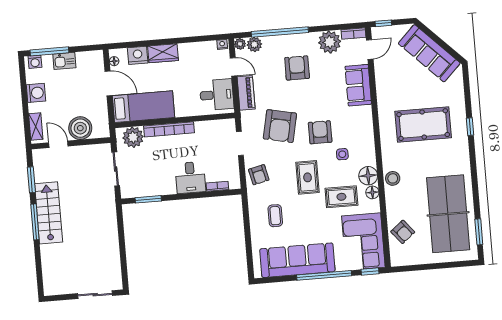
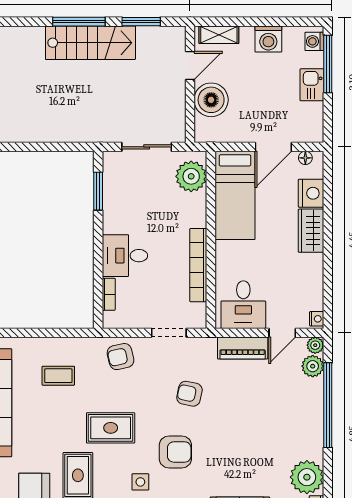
armchair: (297, 68) -> (273, 426), removed
armchair: (280, 126) -> (189, 394), width x0.53, depth x0.53
bookcase: (169, 129) -> (198, 265), moved

